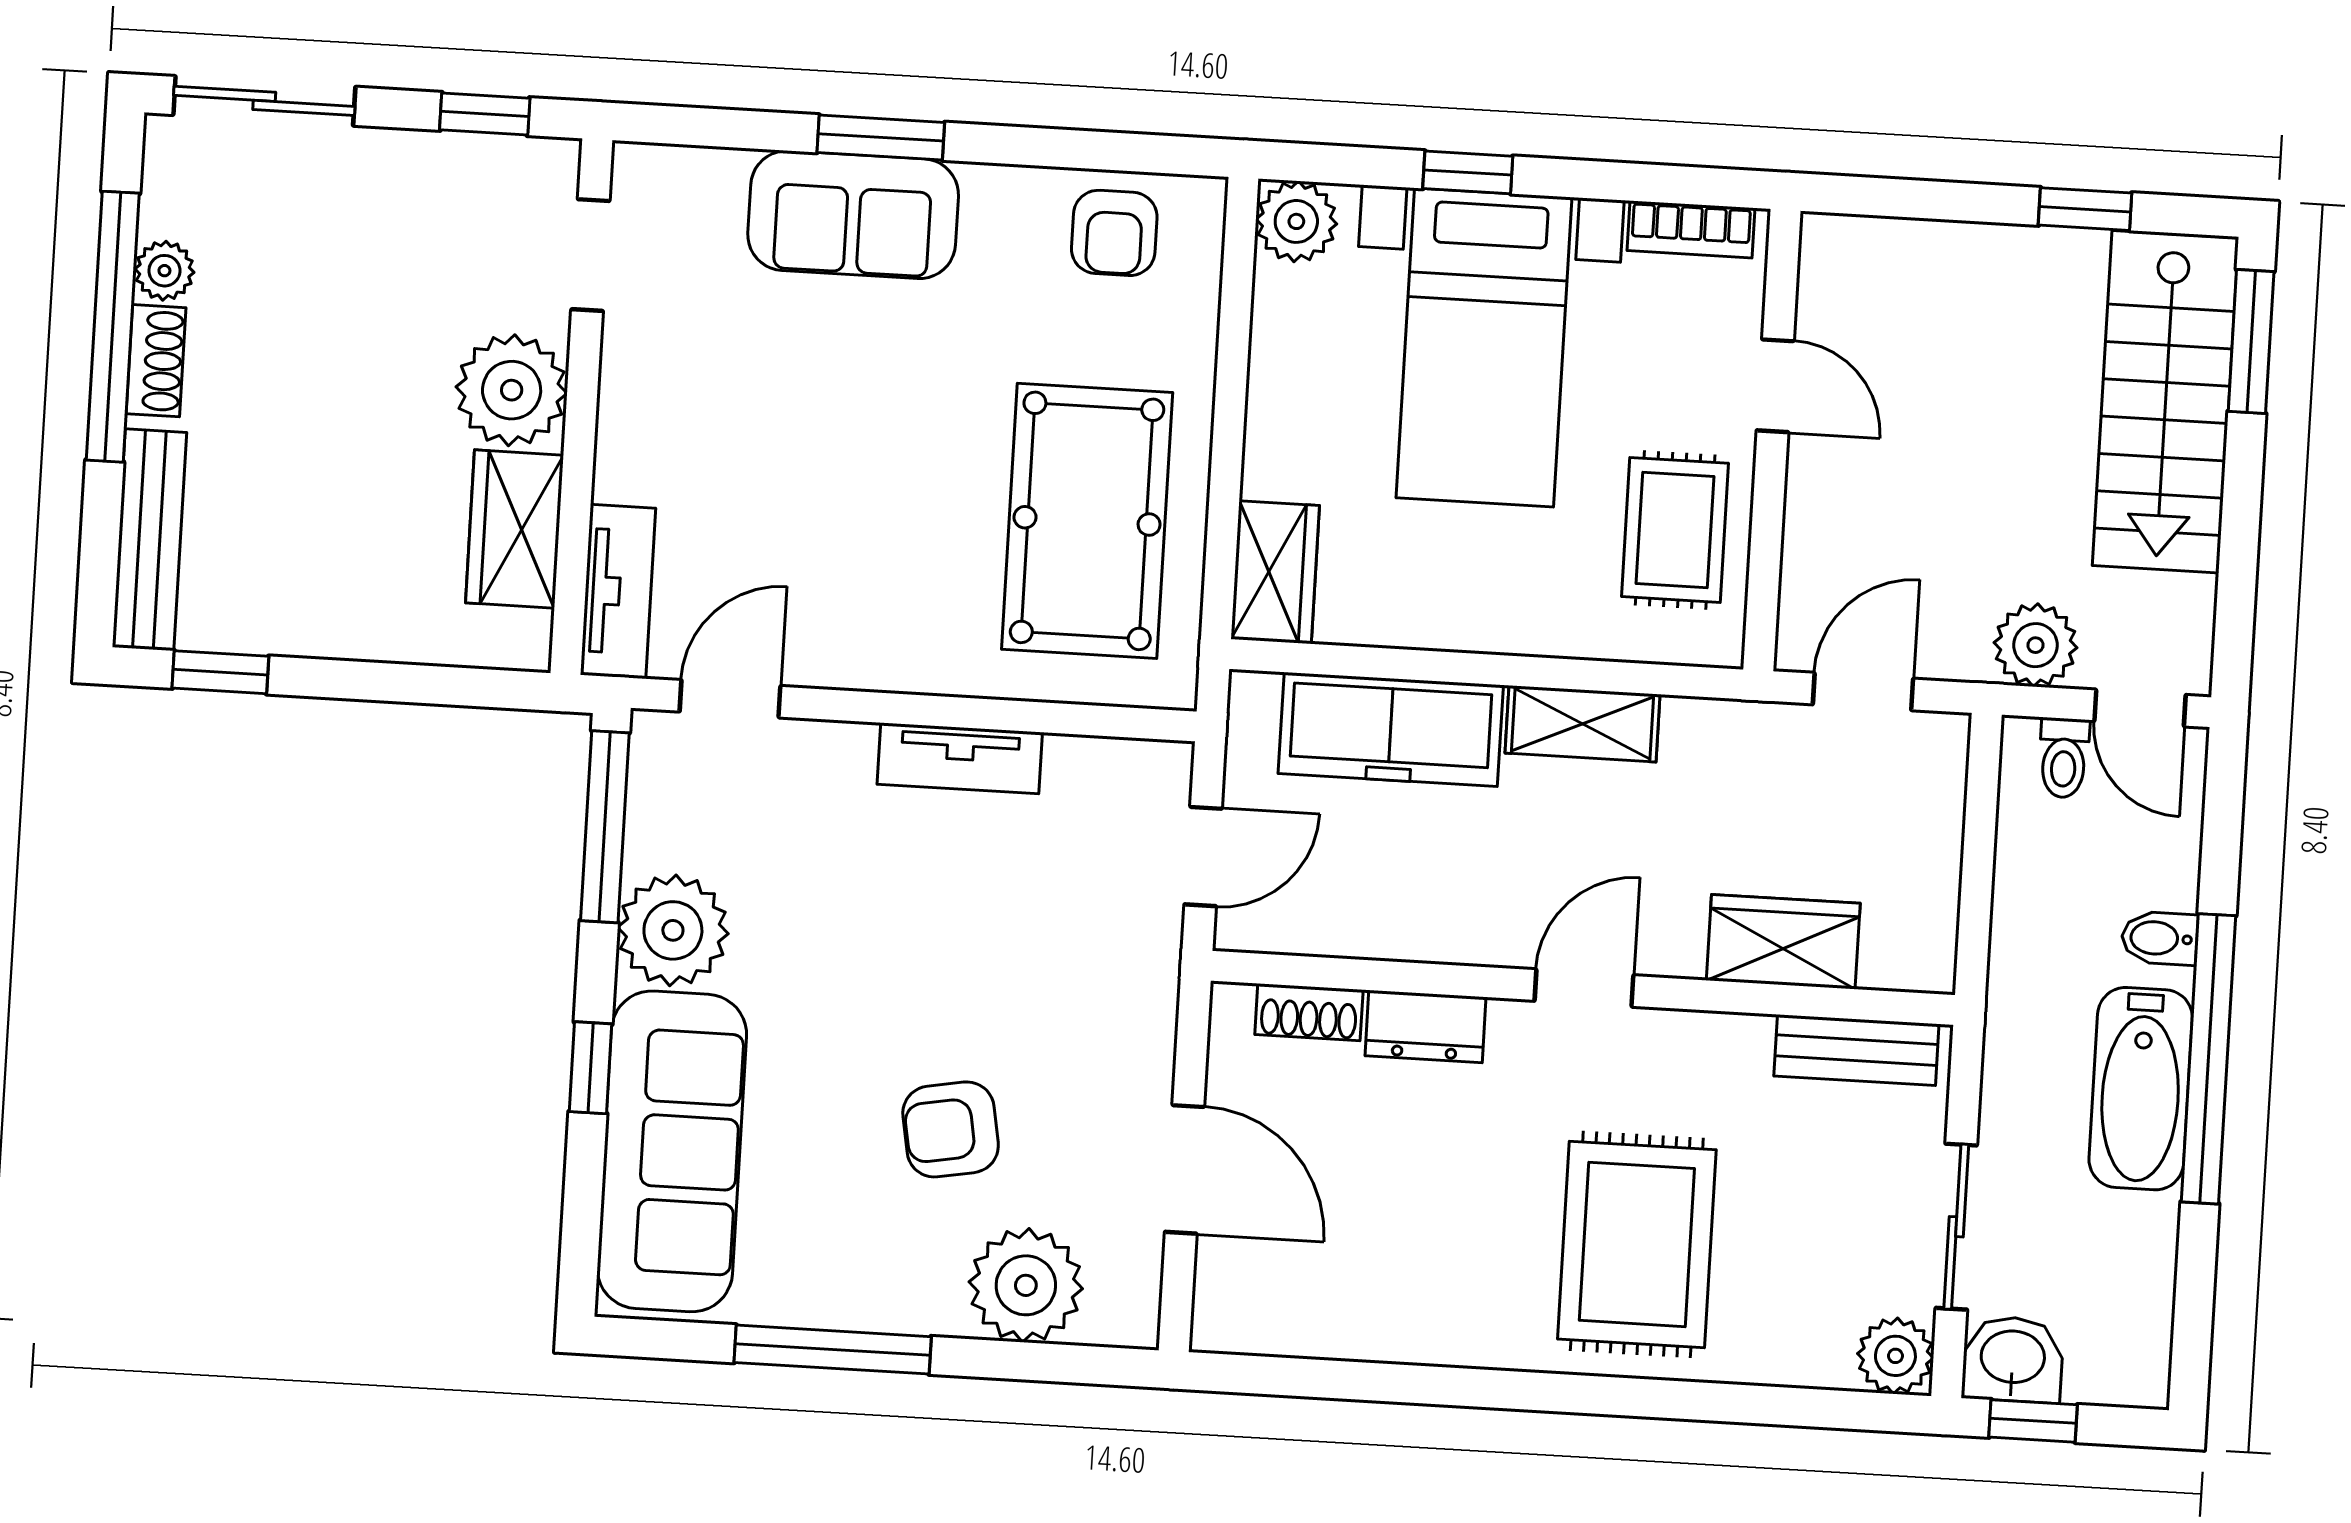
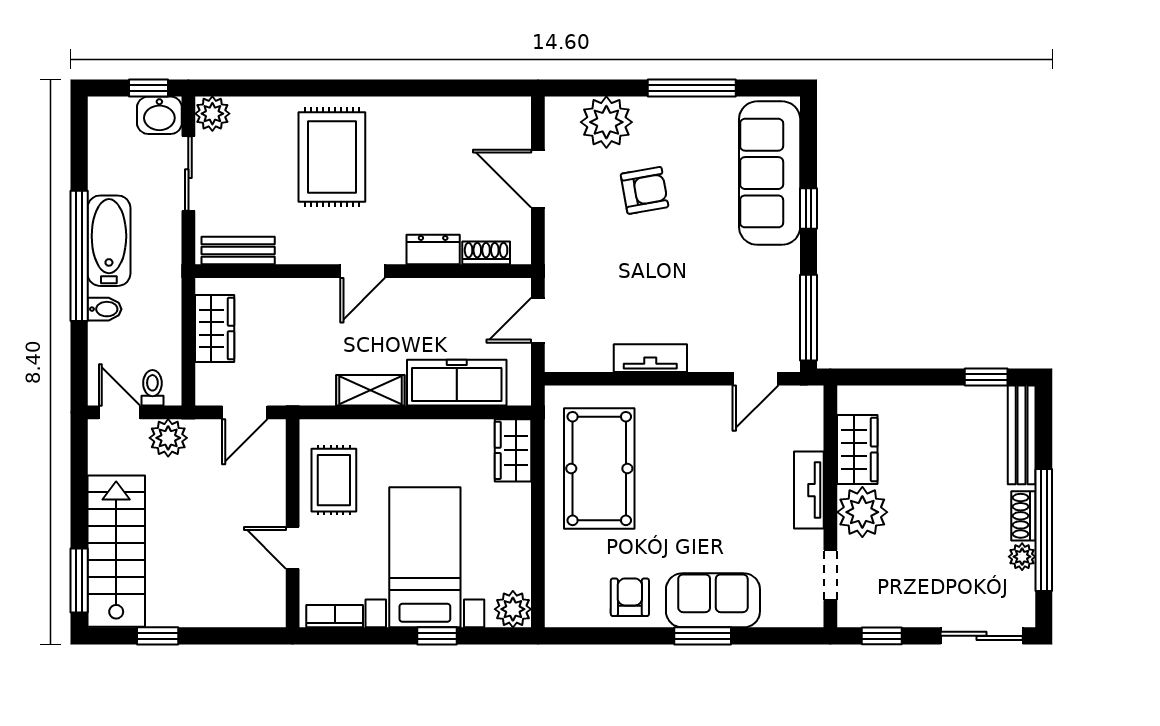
armchair: (1114, 233) -> (630, 597), moved
tv unit: (618, 591) -> (809, 490), moved
plant: (673, 930) -> (775, 273), removed
wardrobe: (1783, 942) -> (215, 329), moved, turned -90

